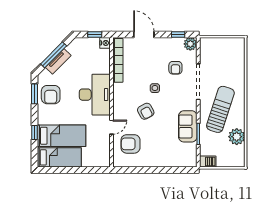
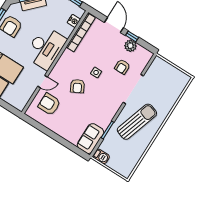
window: (178, 34) -> (132, 36), moved
nightstand: (105, 43) -> (74, 21), moved
plant: (190, 44) -> (130, 46), moved
sofa: (188, 126) -> (90, 139), moved
plant: (237, 137) -> (136, 151), removed

